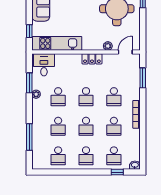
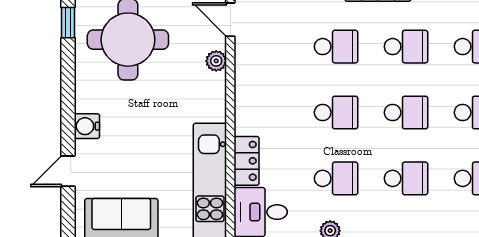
locker: (92, 59) -> (247, 161), moved

